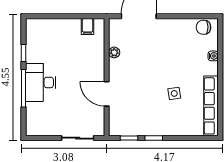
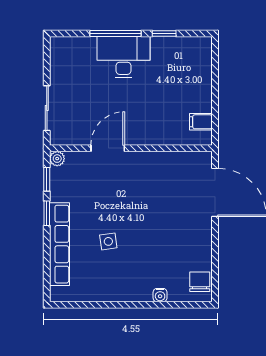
plant: (114, 52) -> (57, 159), moved
row of seats: (211, 106) -> (59, 244), moved, turned 90

